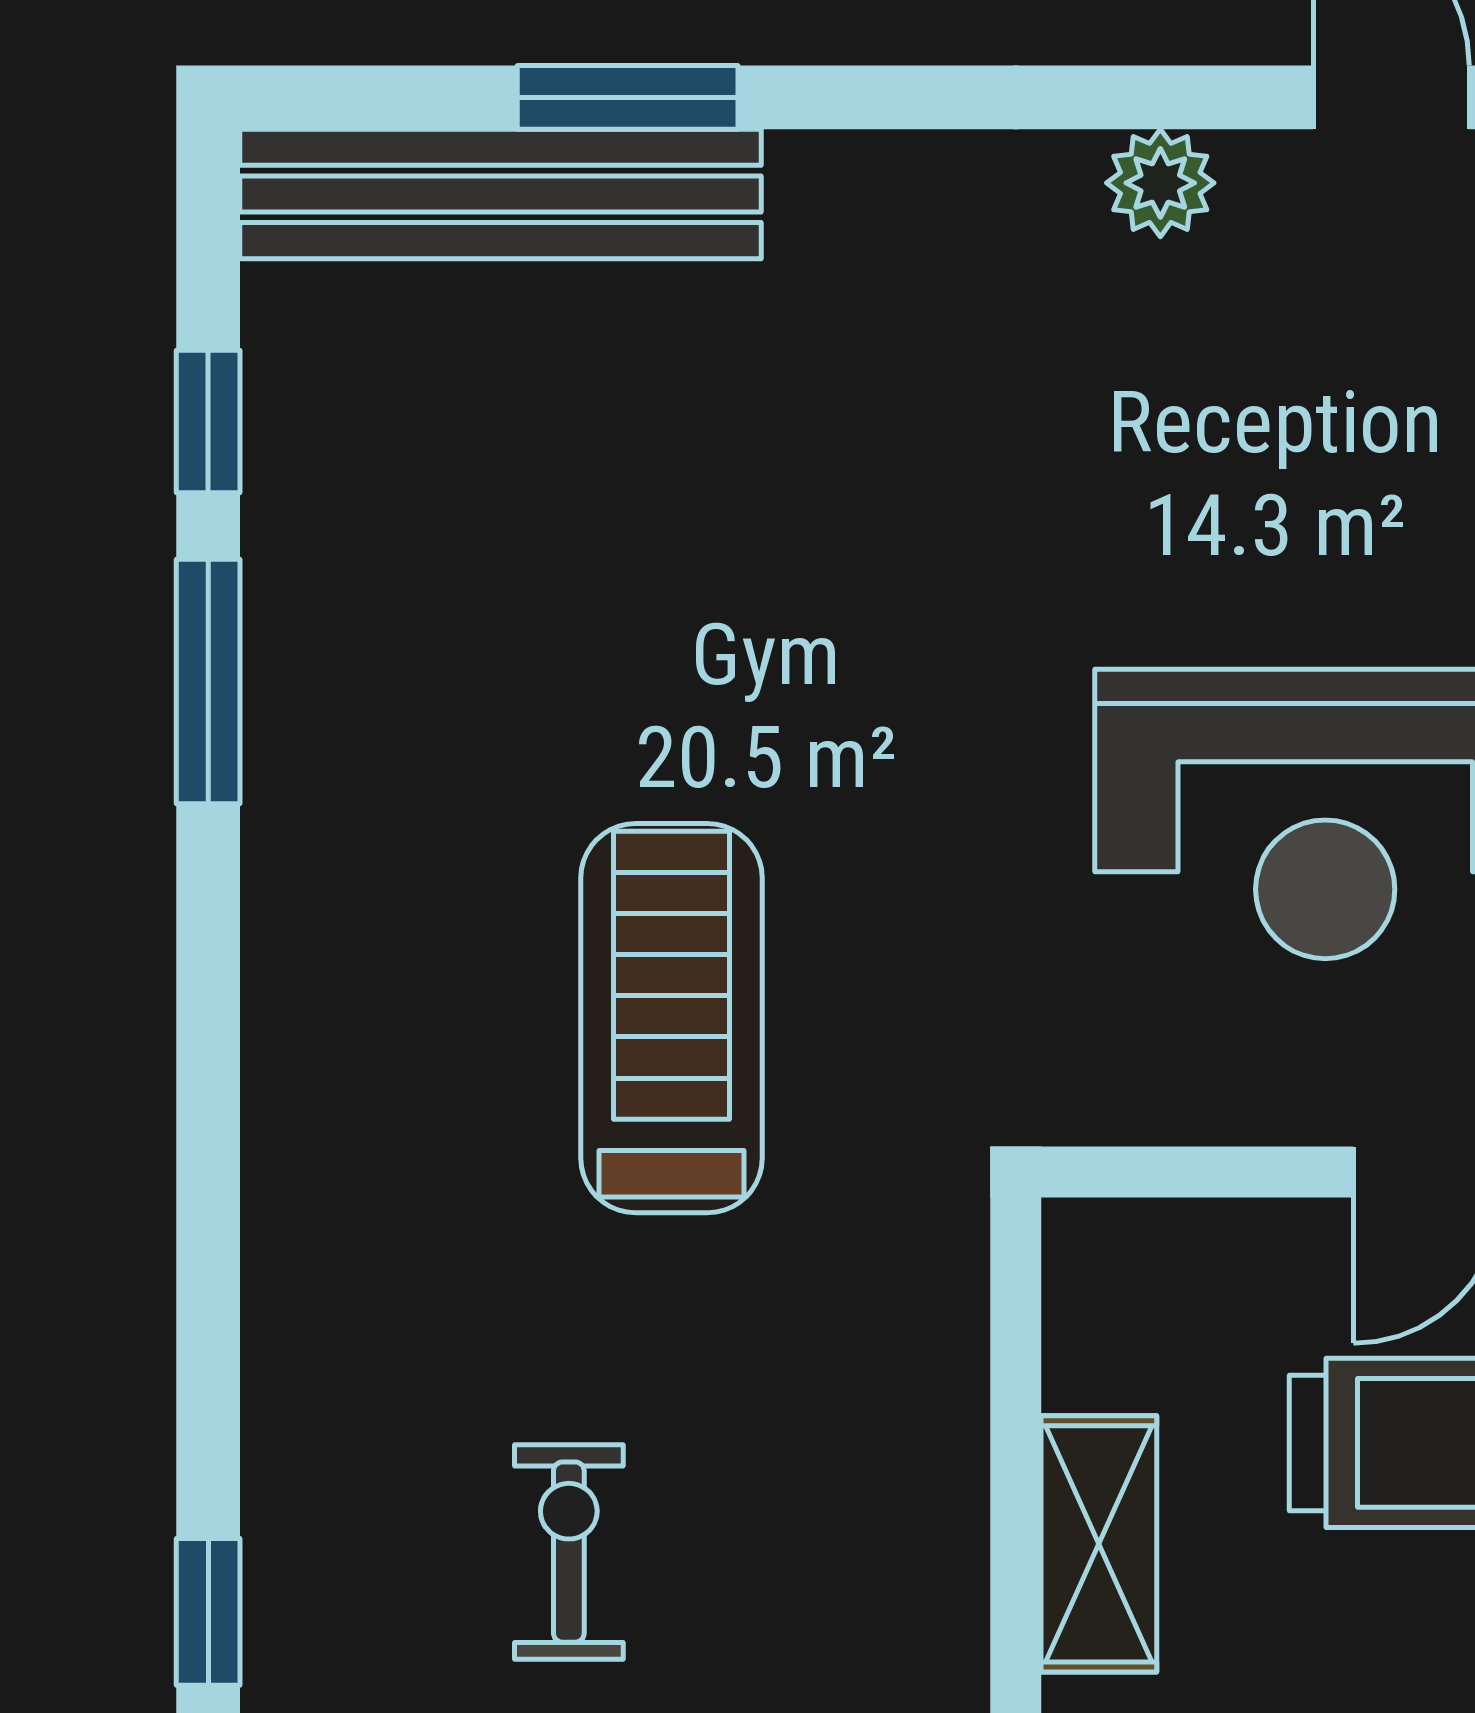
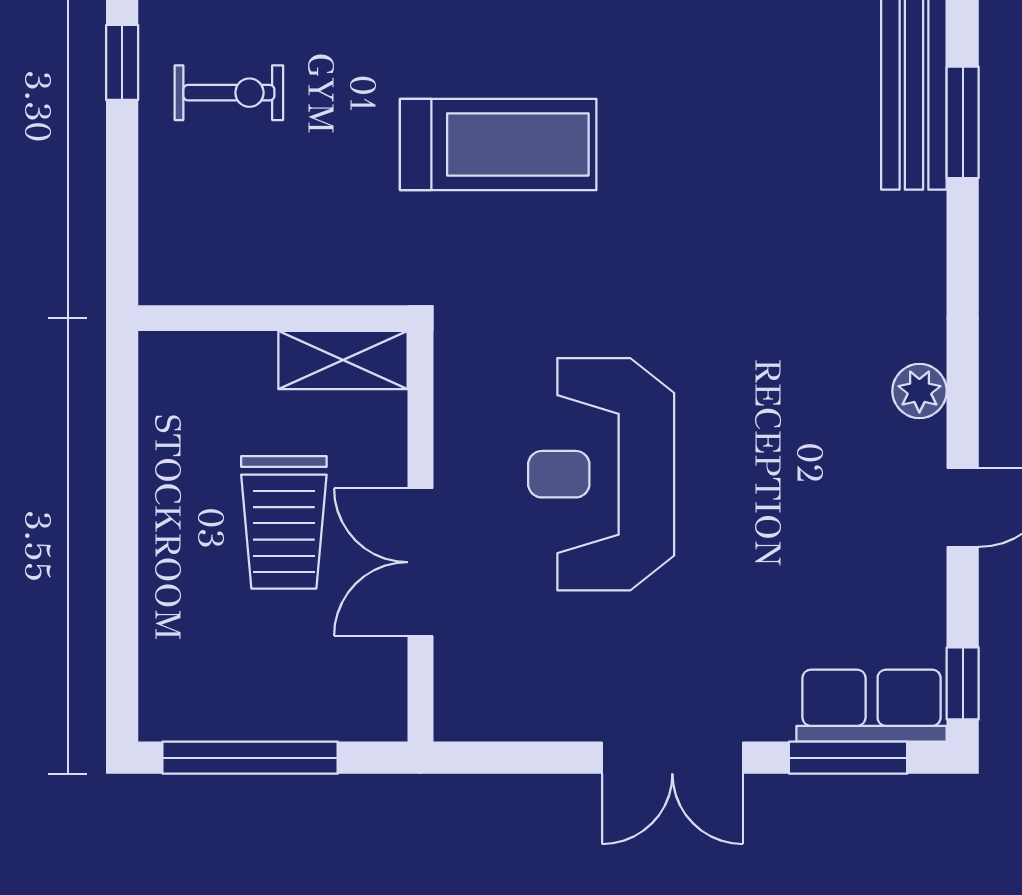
shelving: (1099, 1544) -> (343, 360), moved

